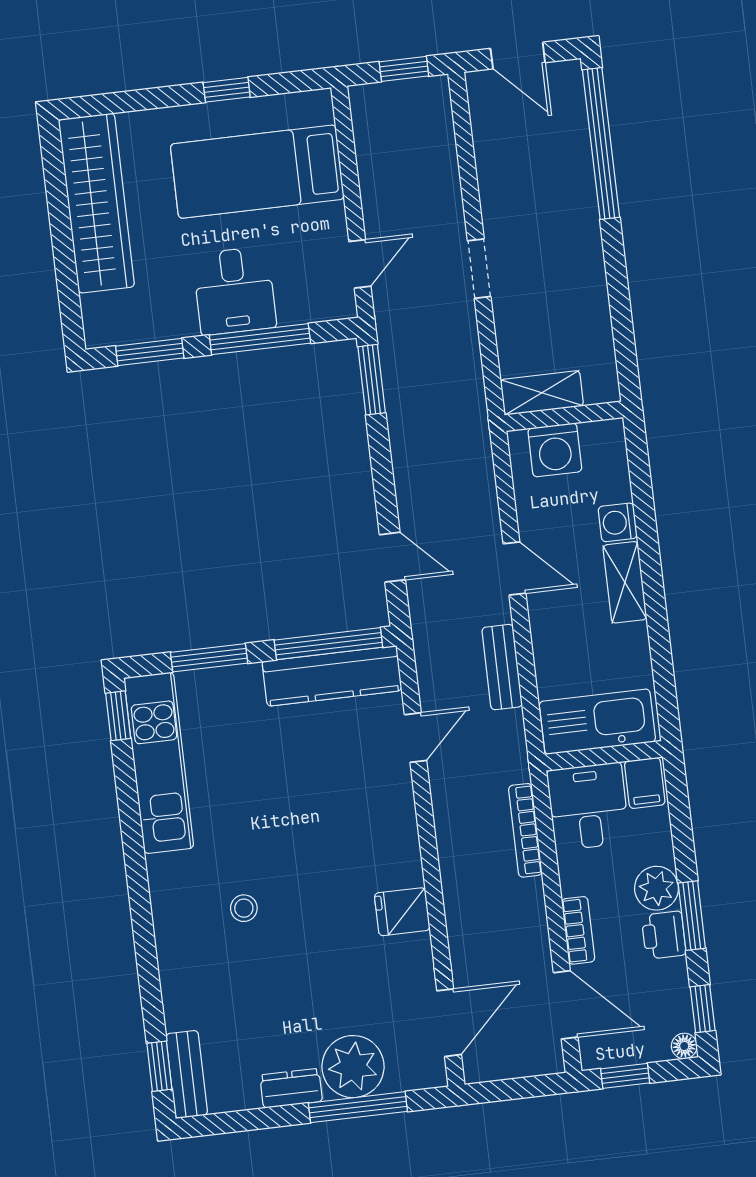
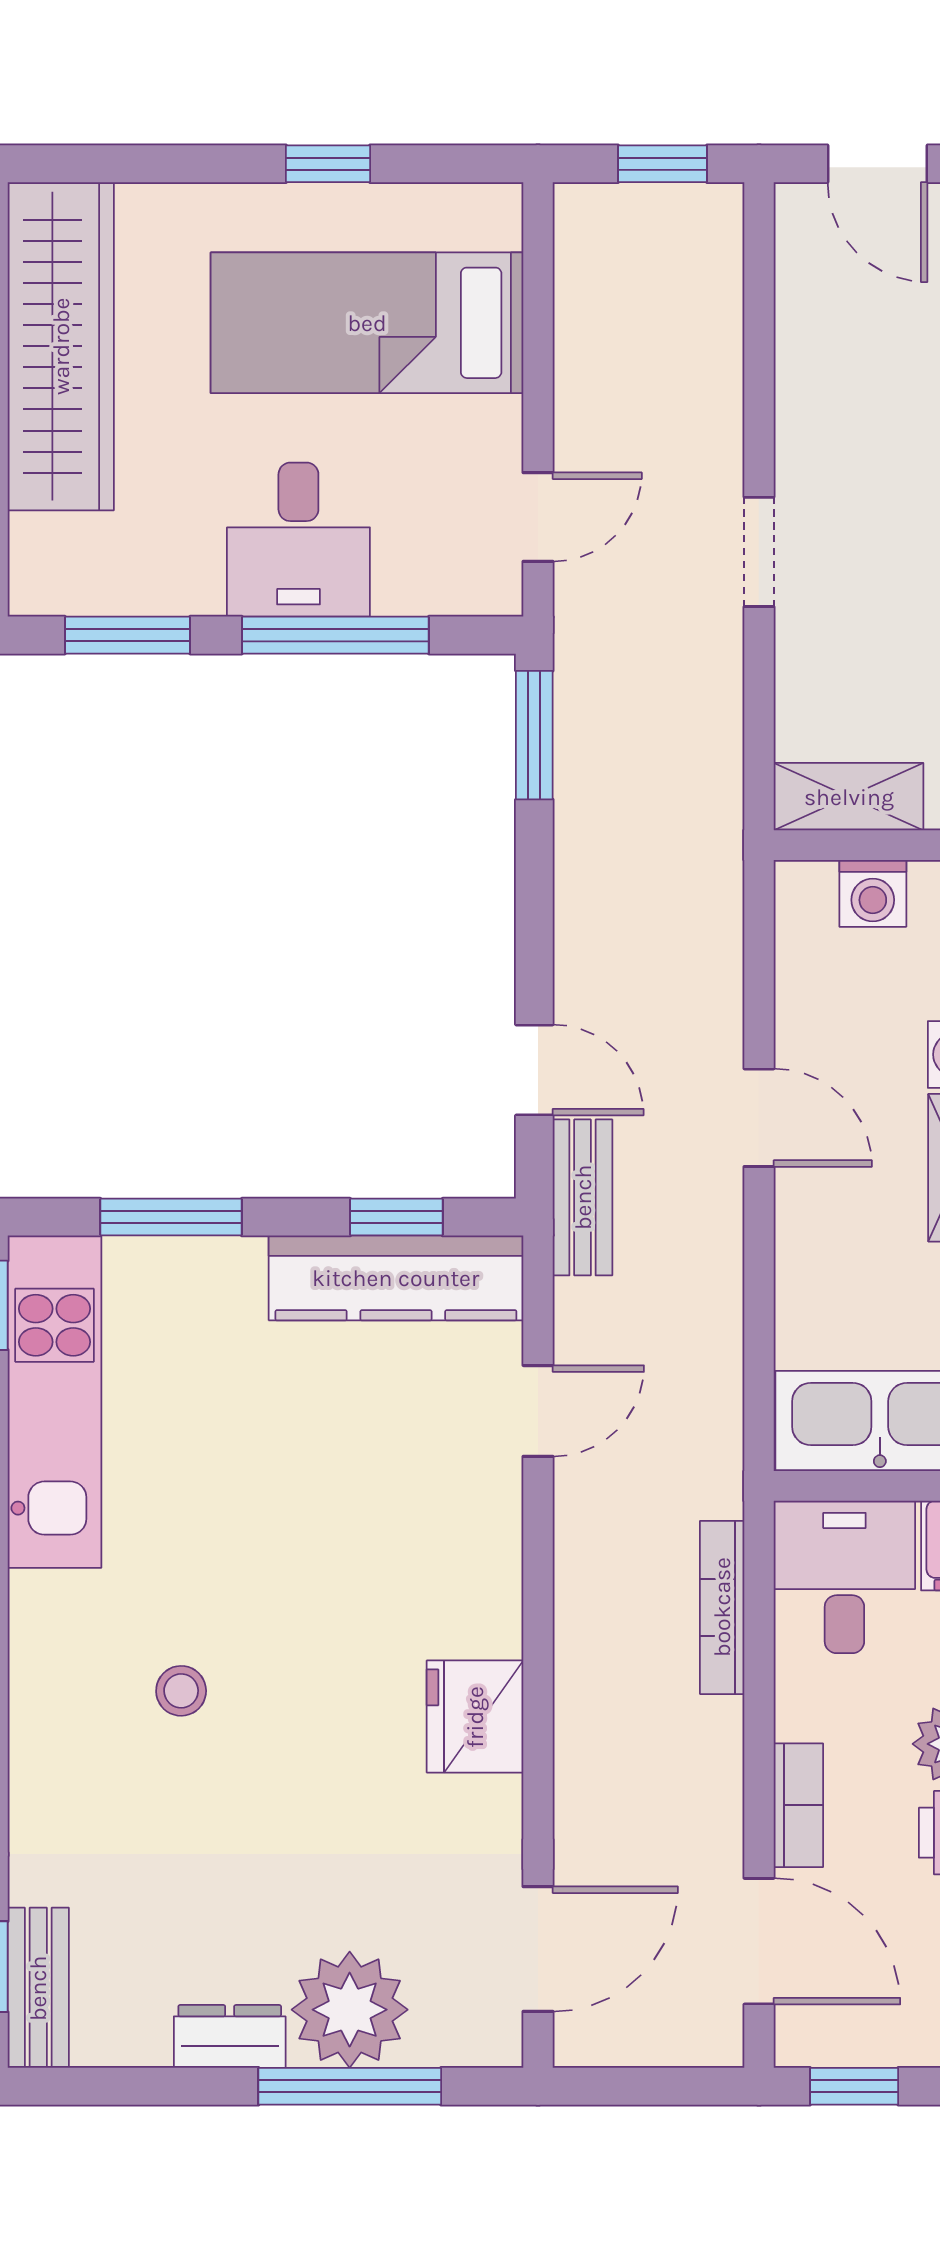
washing machine: (555, 450) -> (873, 893), width x0.73, depth x0.73
window: (328, 644) -> (396, 1217), width x0.46
bench: (502, 667) -> (583, 1197), moved
fridge: (402, 912) -> (475, 1717), width x1.38

